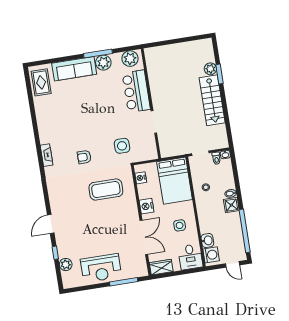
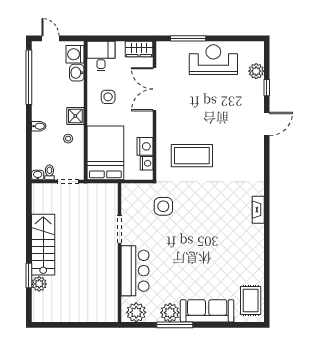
armchair: (84, 157) -> (212, 200), removed
shower: (231, 205) -> (75, 116), moved
nightstand: (147, 206) -> (145, 146), moved

